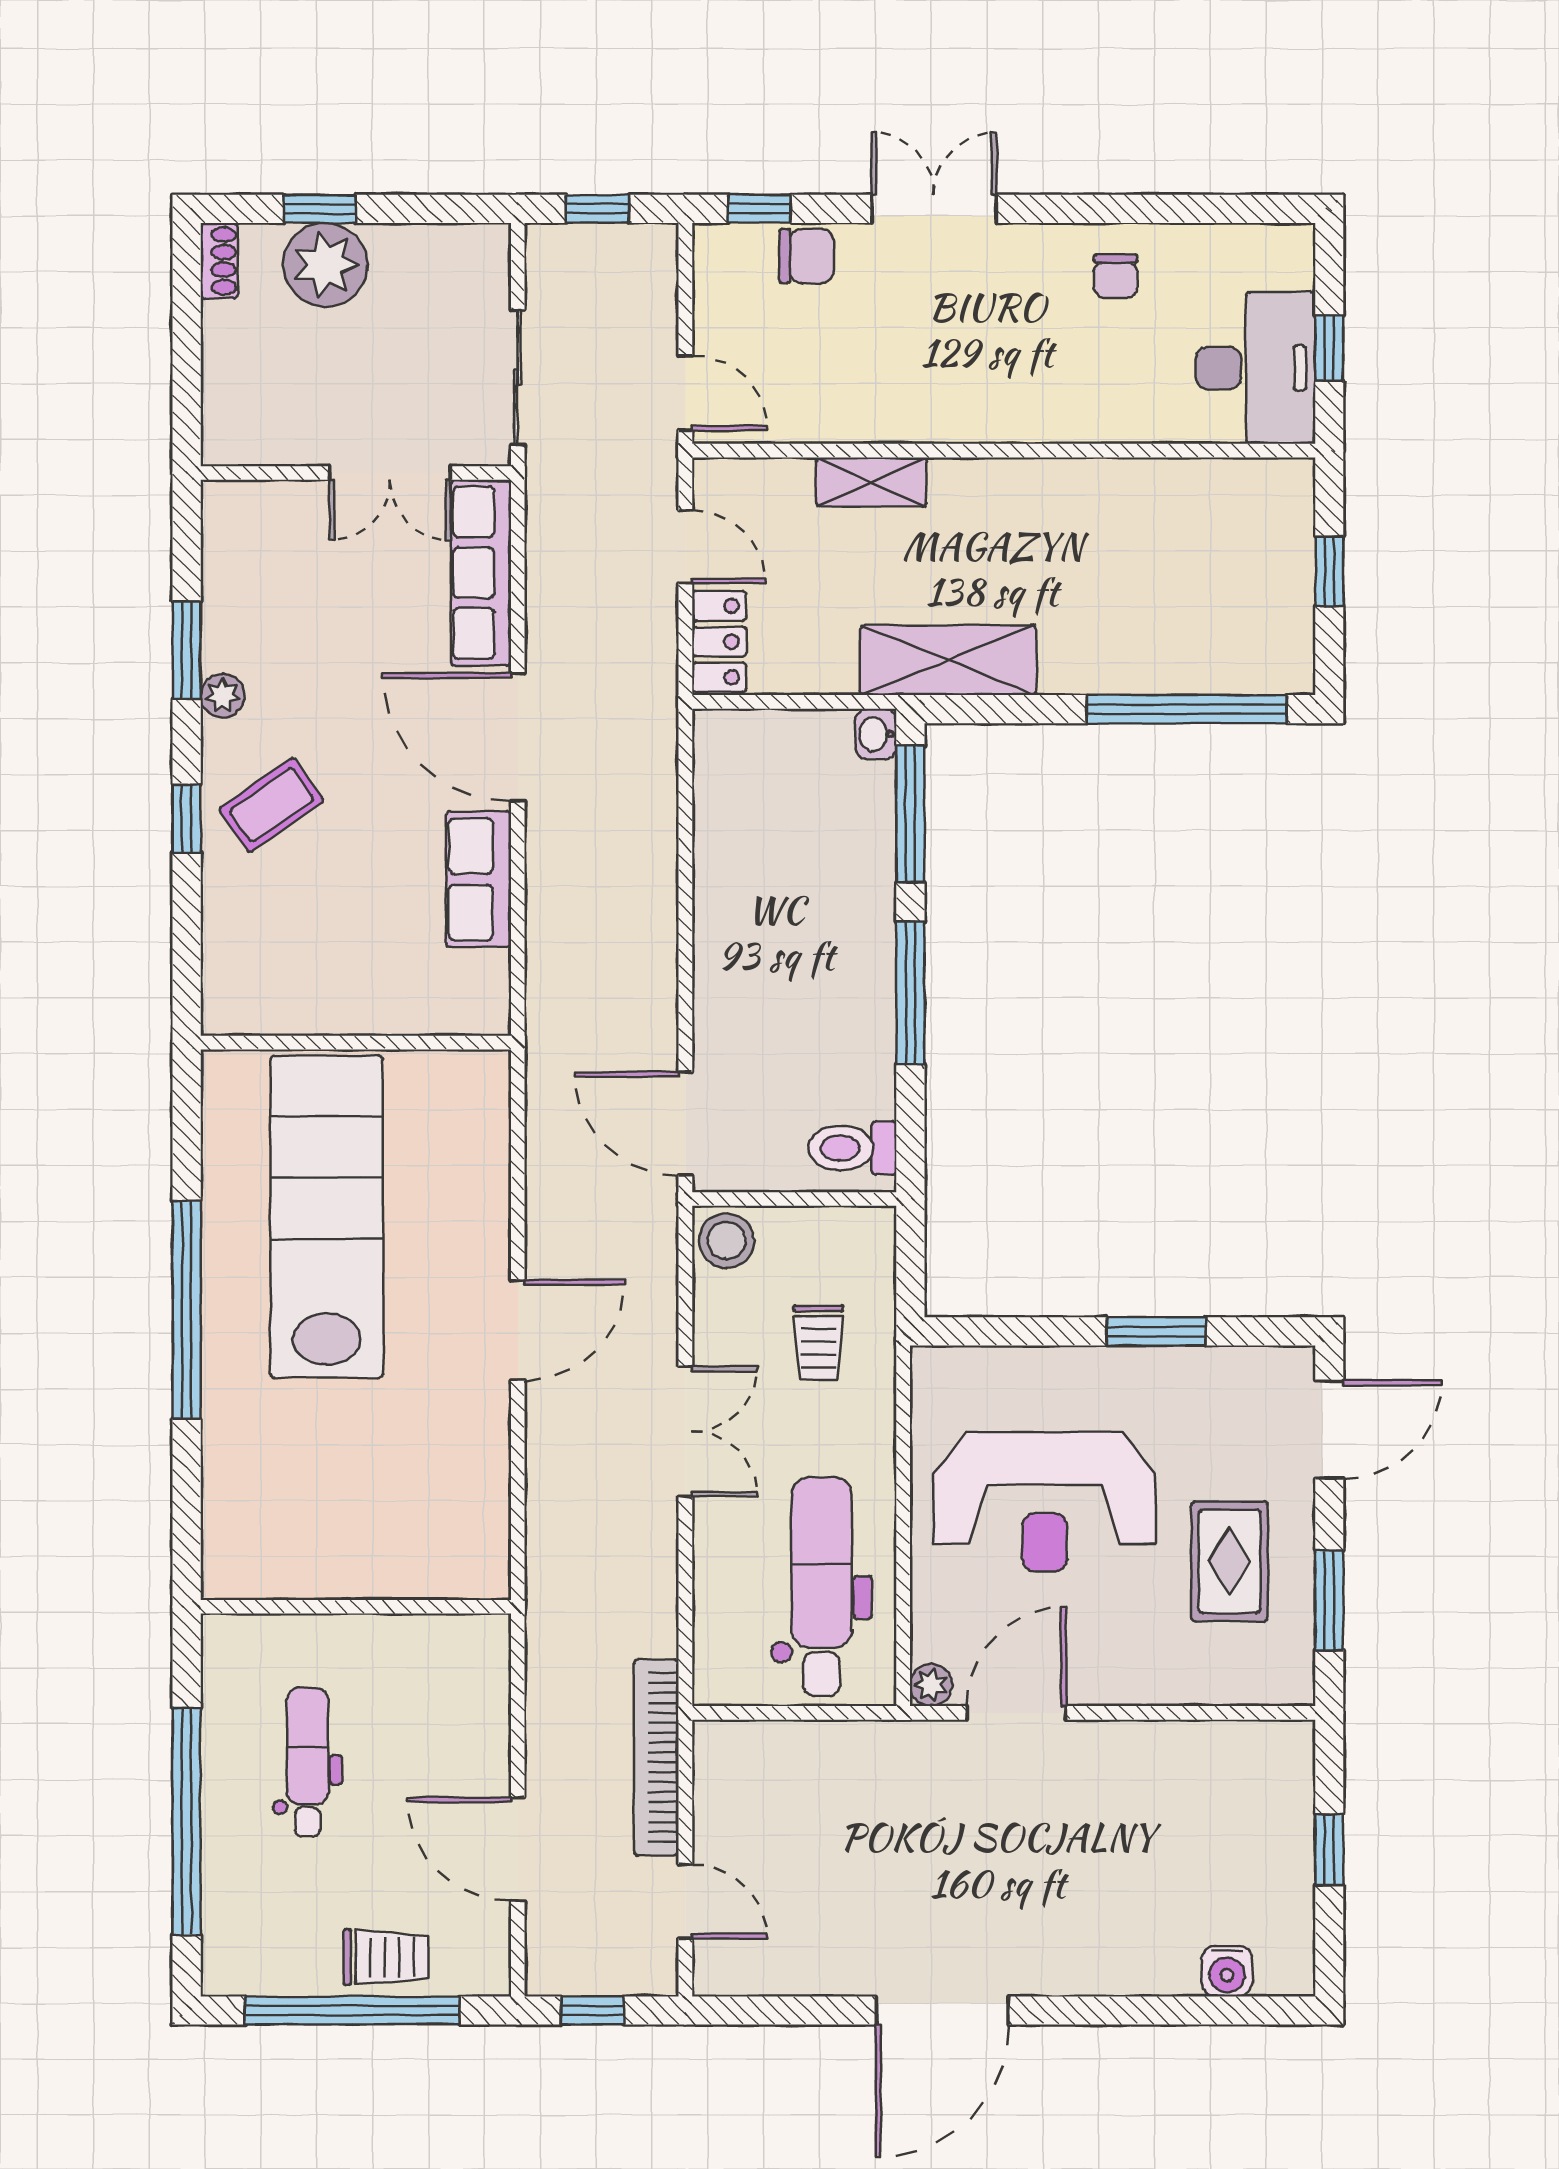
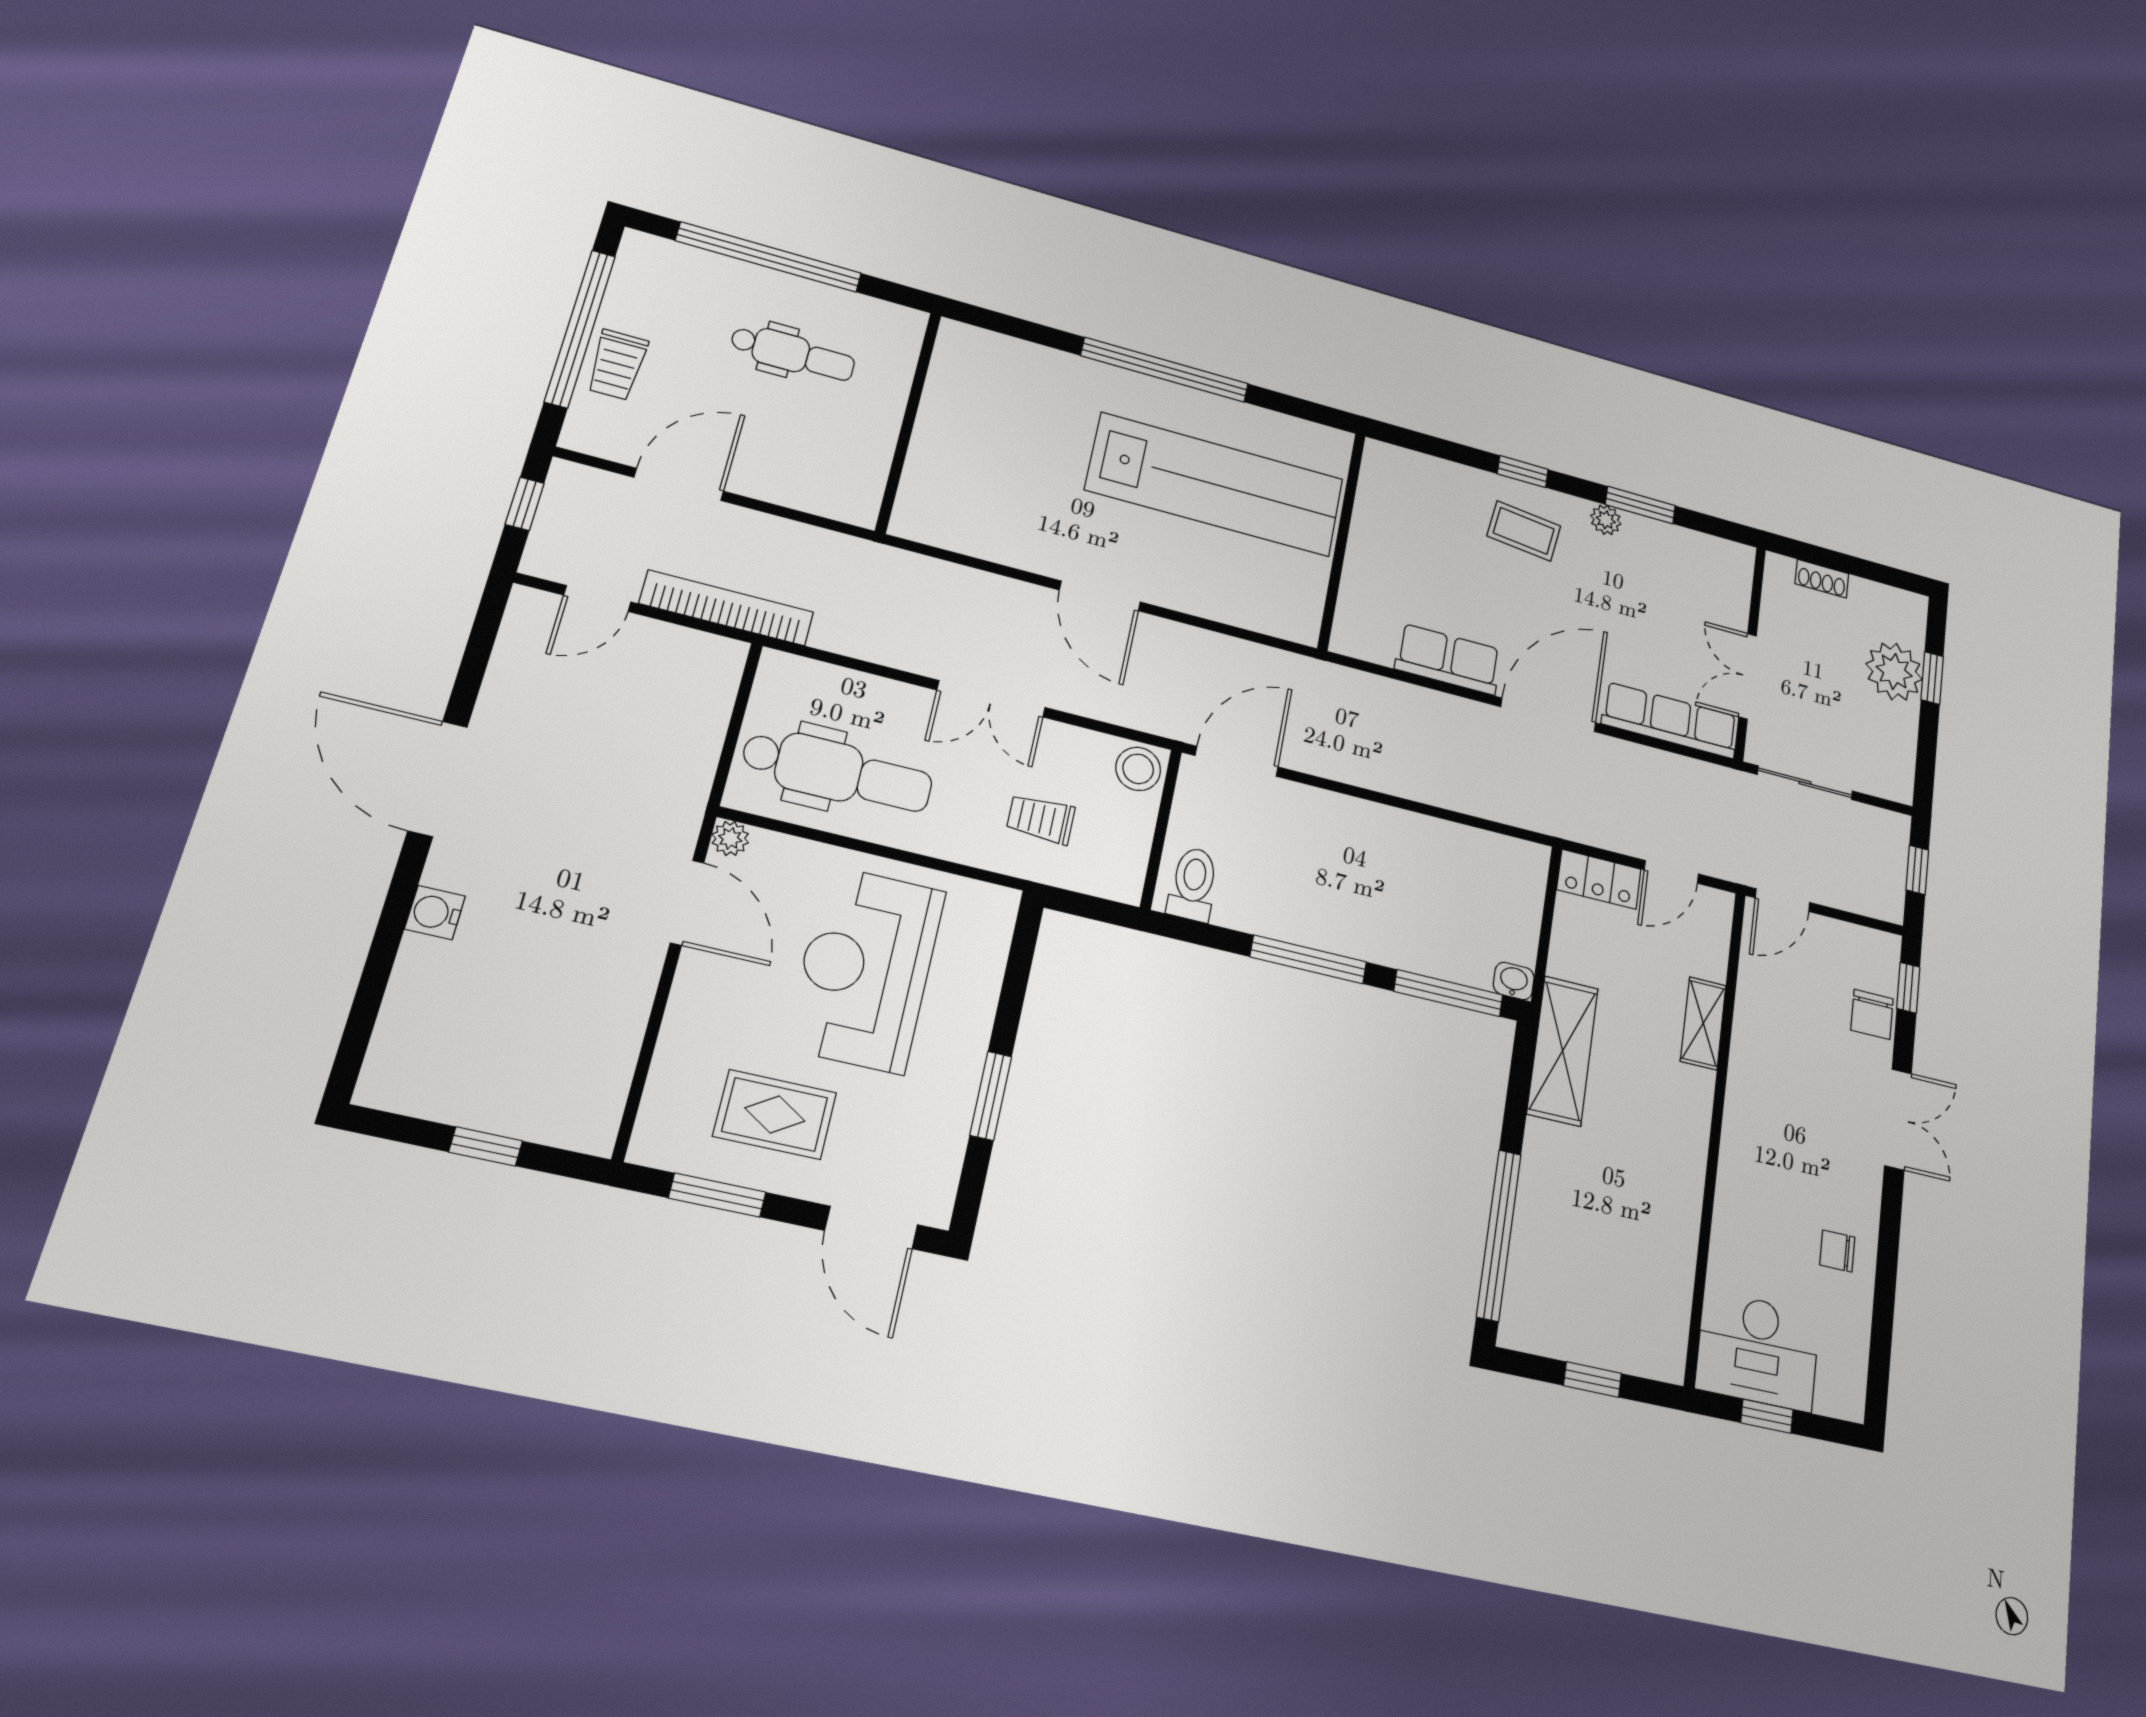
shoe rack: (219, 261) -> (1822, 579), moved
coffee table: (272, 805) -> (1524, 531), turned -48
water cooler: (1227, 1971) -> (435, 913), moved

